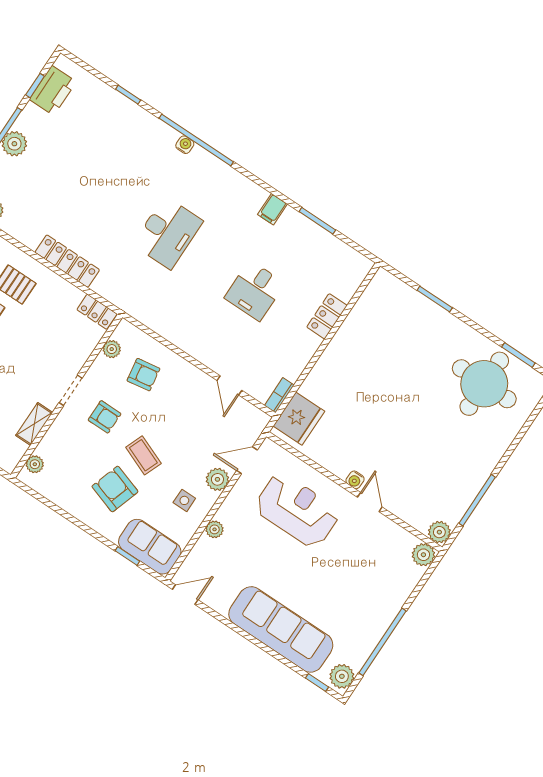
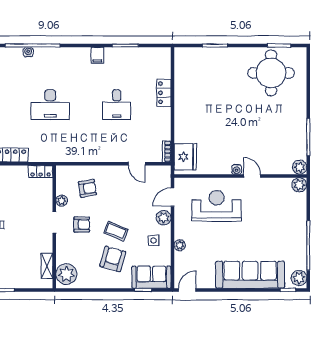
desk: (168, 233) -> (50, 105), turned 90
plant: (112, 349) -> (62, 201), moved
shelving: (34, 424) -> (47, 266), moved
plant: (35, 464) -> (66, 274), width x1.88, depth x1.88
armchair: (115, 489) -> (113, 259), turned 88

